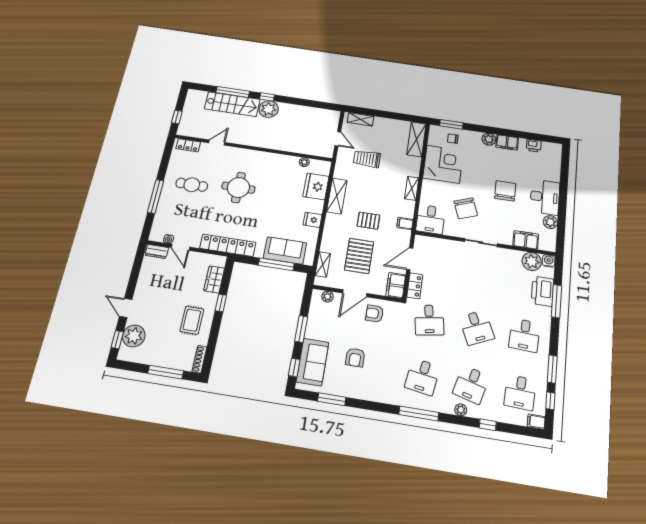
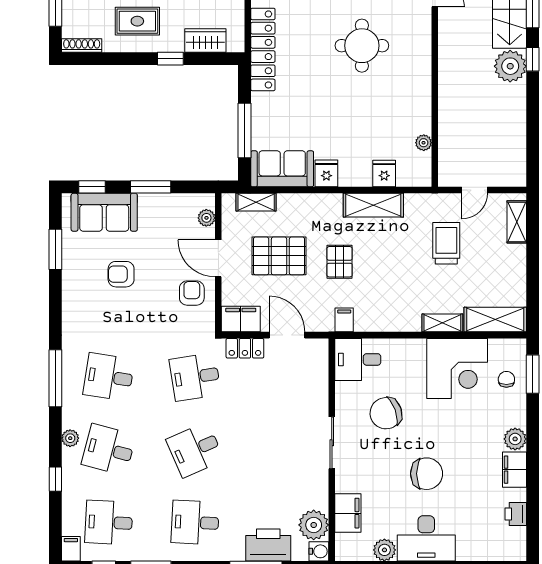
fridge: (316, 186) -> (384, 173), width x0.53, depth x0.75
shelving: (412, 188) -> (442, 323), moved
sofa: (285, 251) -> (282, 169), moved, turned -90

